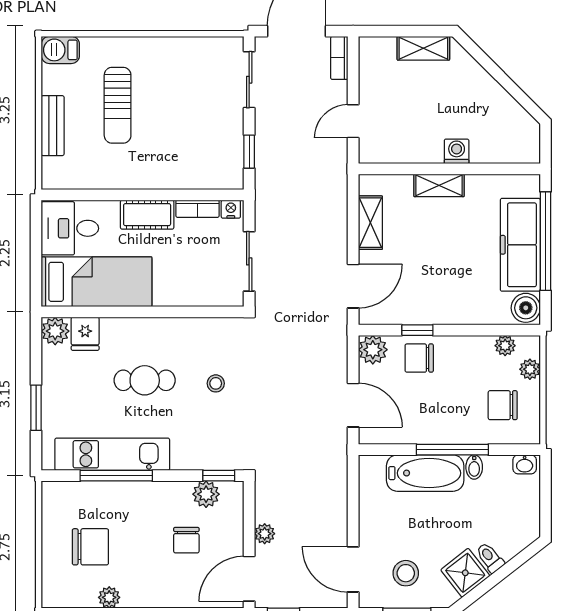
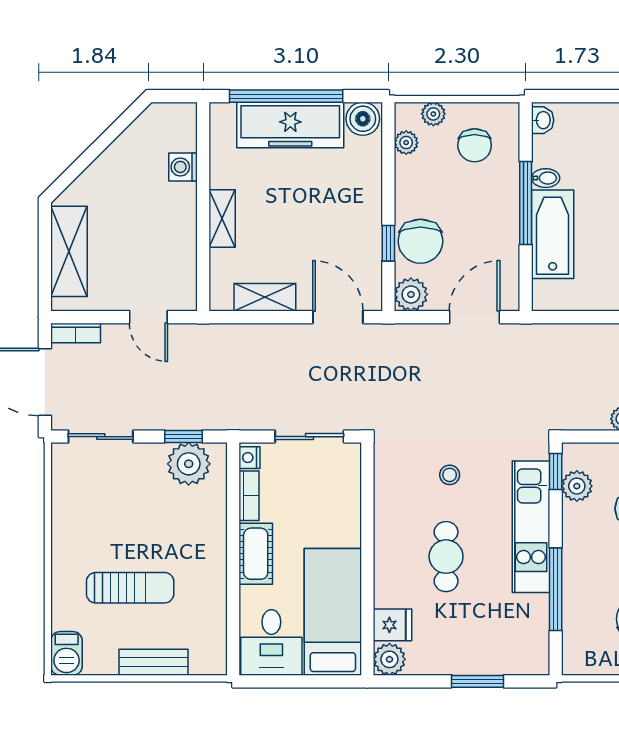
shelving: (423, 48) -> (69, 251), width x1.50, depth x1.33
washing machine: (457, 151) -> (183, 167), moved
plant: (225, 156) -> (189, 464), added
chair: (419, 358) -> (420, 241), width x1.37, depth x1.37
kitchen unit: (112, 454) -> (531, 527), moved

